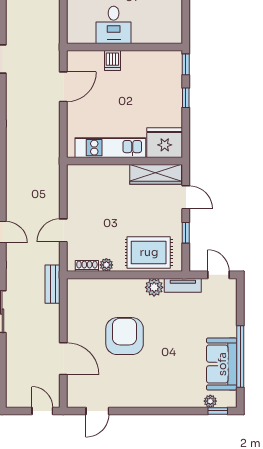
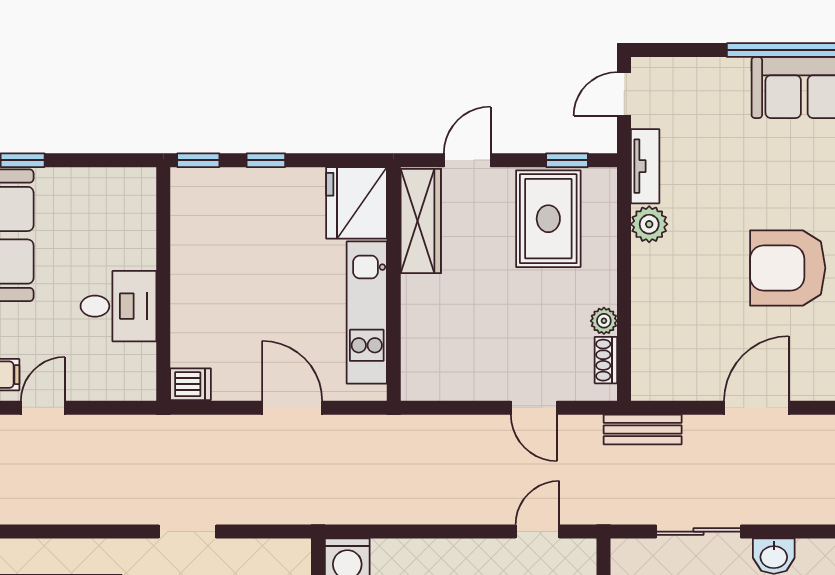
dishwasher: (112, 60) -> (191, 384), moved
door: (63, 87) -> (292, 408), moved
window: (186, 233) -> (567, 160), moved
rug: (149, 252) -> (548, 219), moved
armchair: (125, 336) -> (788, 268), moved
door: (63, 359) -> (756, 408), moved

